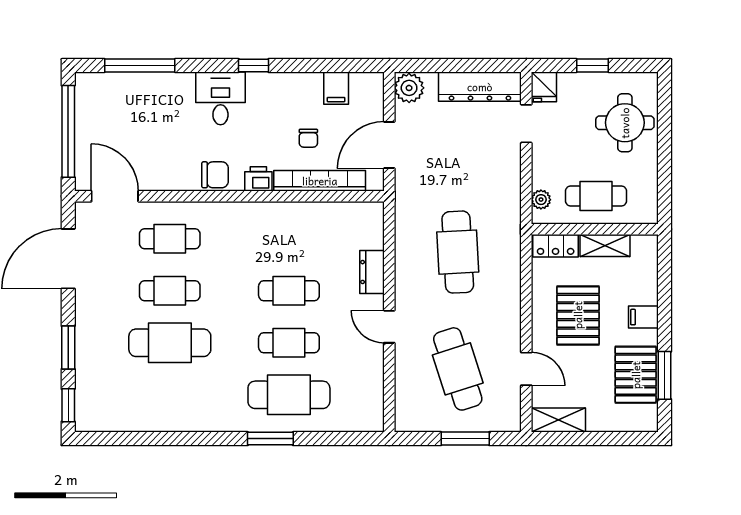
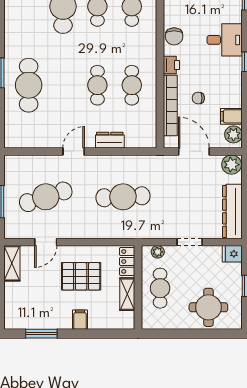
plant: (363, 85) -> (233, 134), added
doorway: (526, 124) -> (190, 242), moved
cafe table: (289, 343) -> (132, 85), moved
pallet: (636, 375) -> (42, 314), removed

